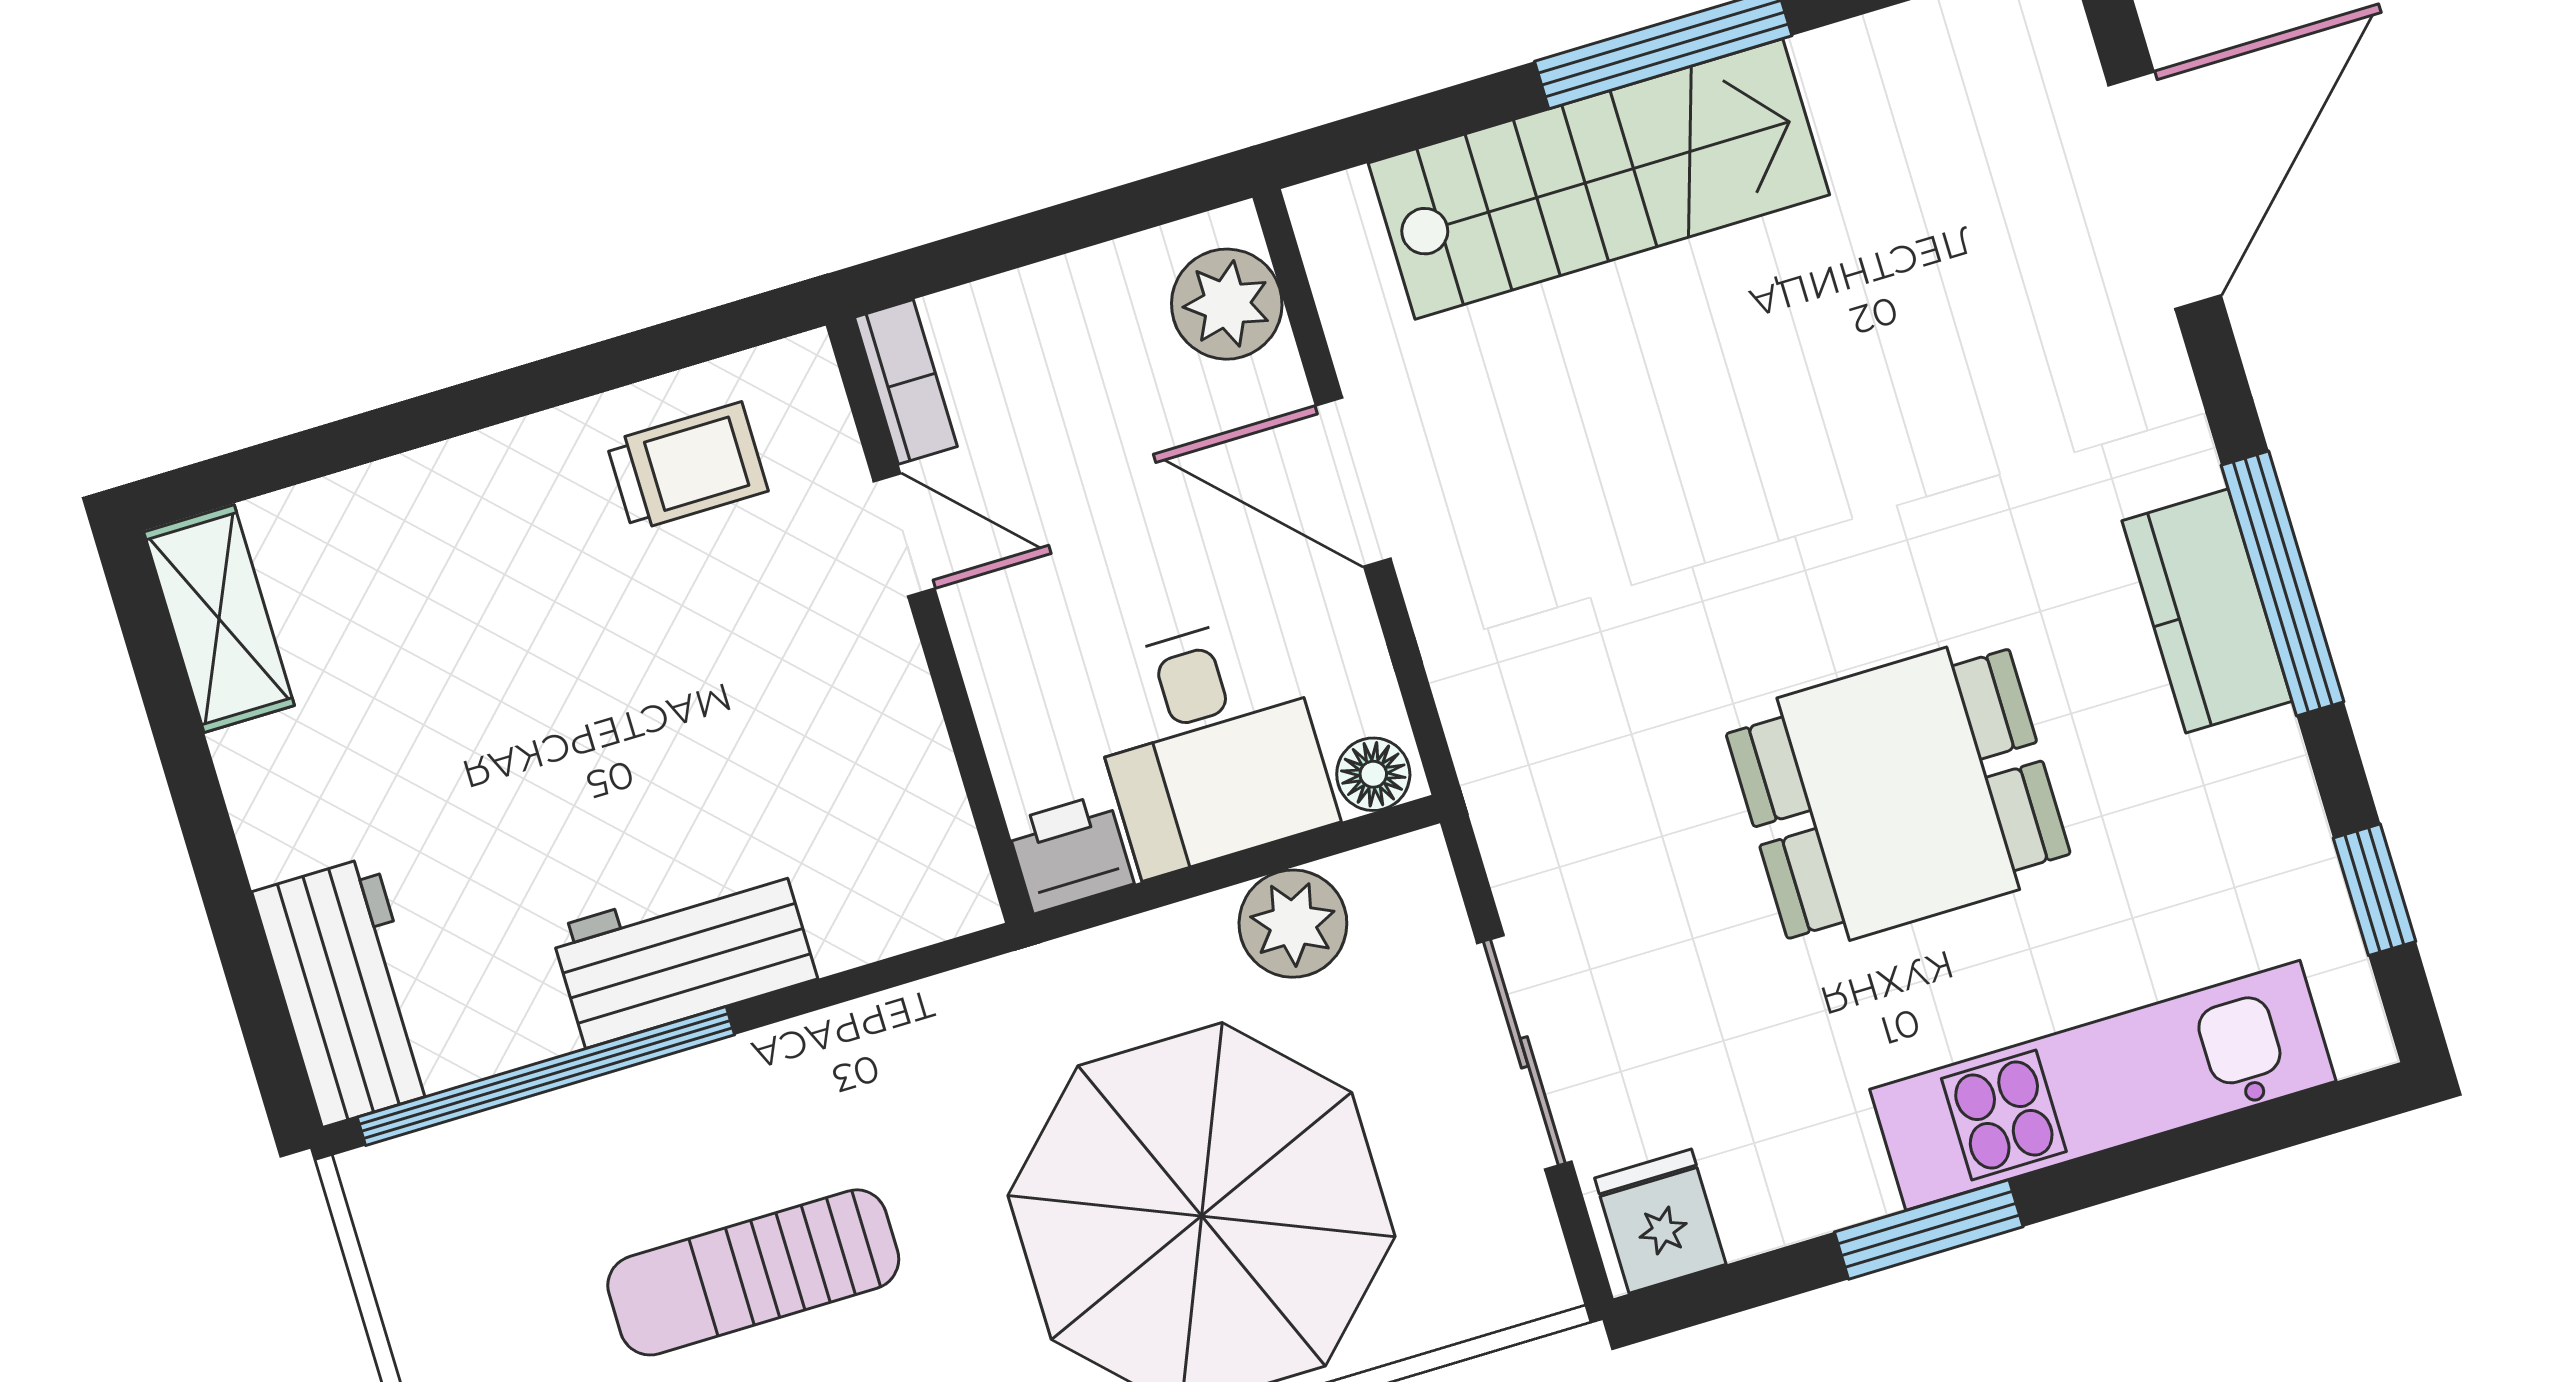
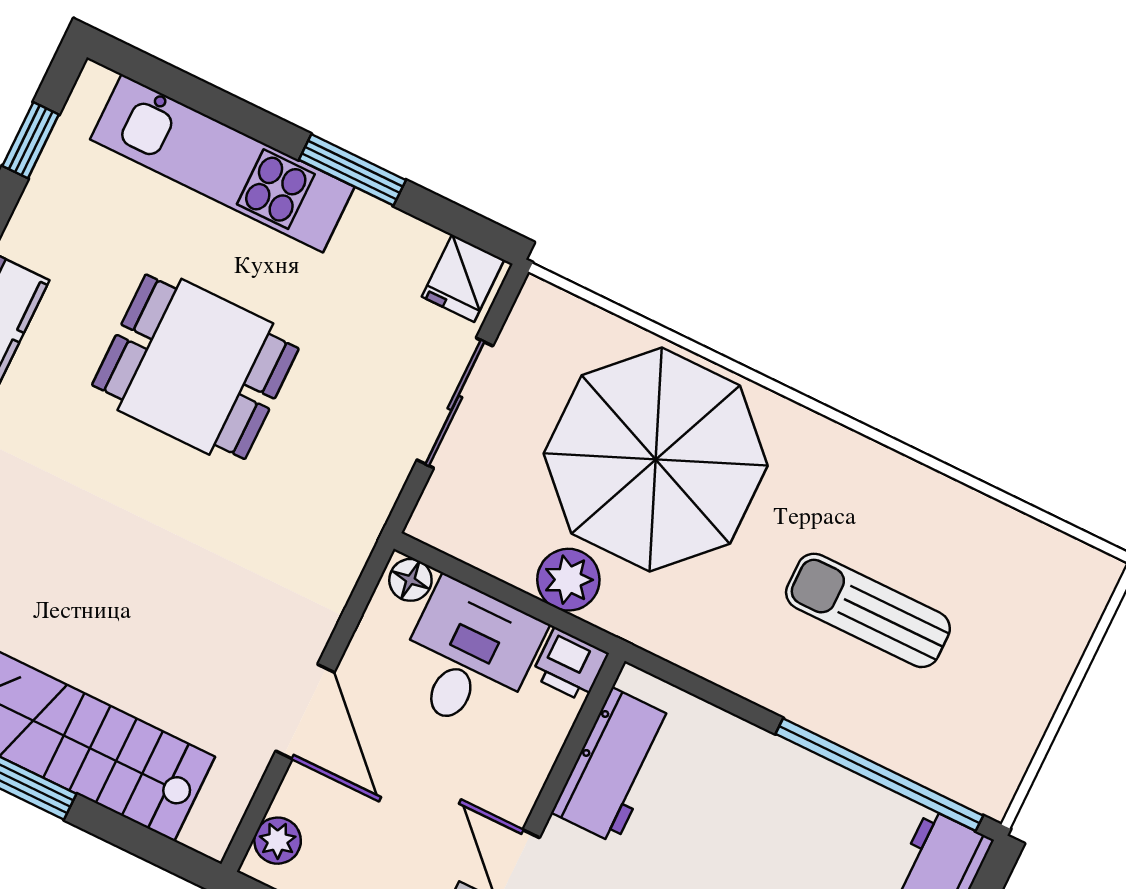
plant: (1227, 304) -> (278, 841), width x0.73, depth x0.73
plant: (1293, 924) -> (568, 580), moved
workbench: (684, 954) -> (614, 766), moved, turned -90
sun lounger: (753, 1272) -> (868, 610), turned 180

